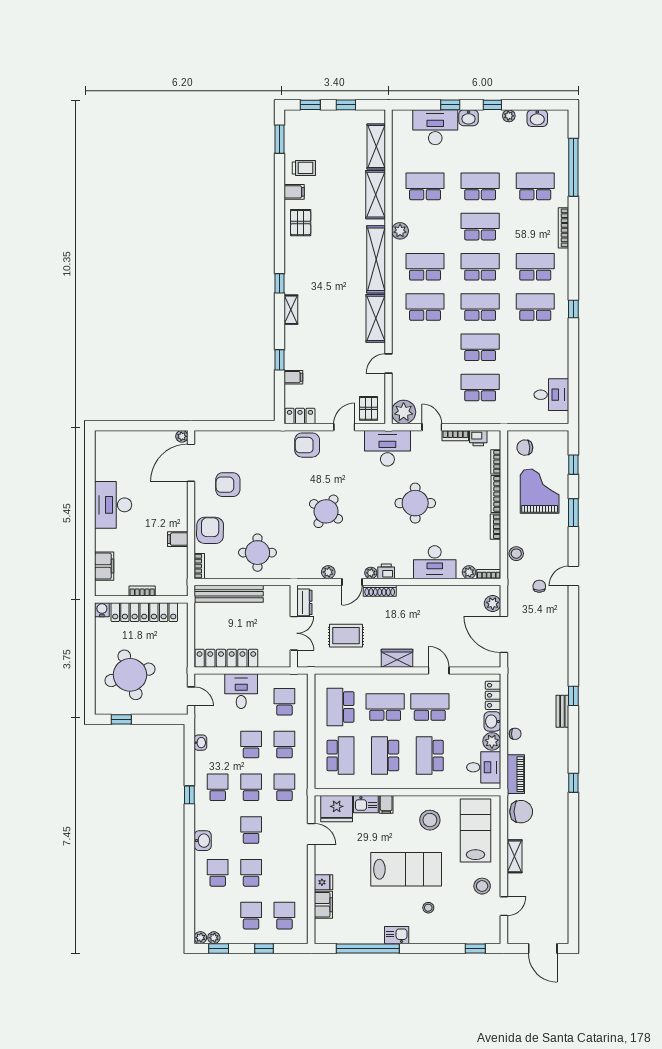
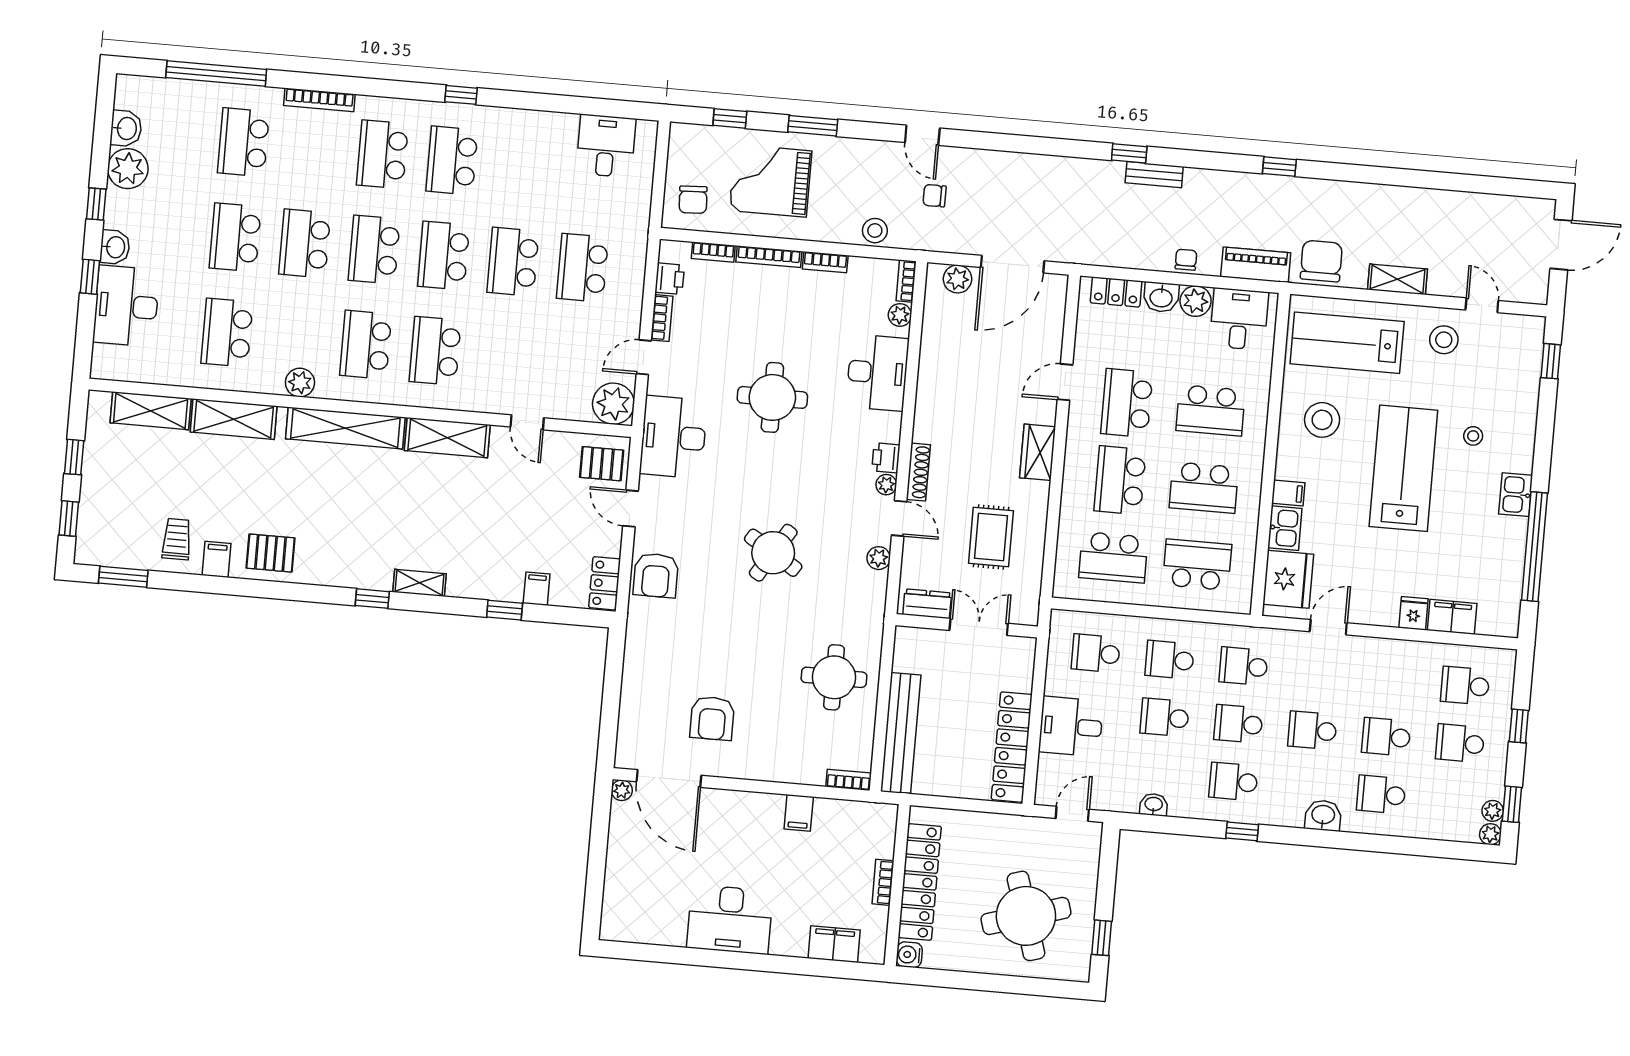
plant: (509, 116) -> (128, 169), width x1.88, depth x1.88
armchair: (210, 530) -> (789, 756), removed

